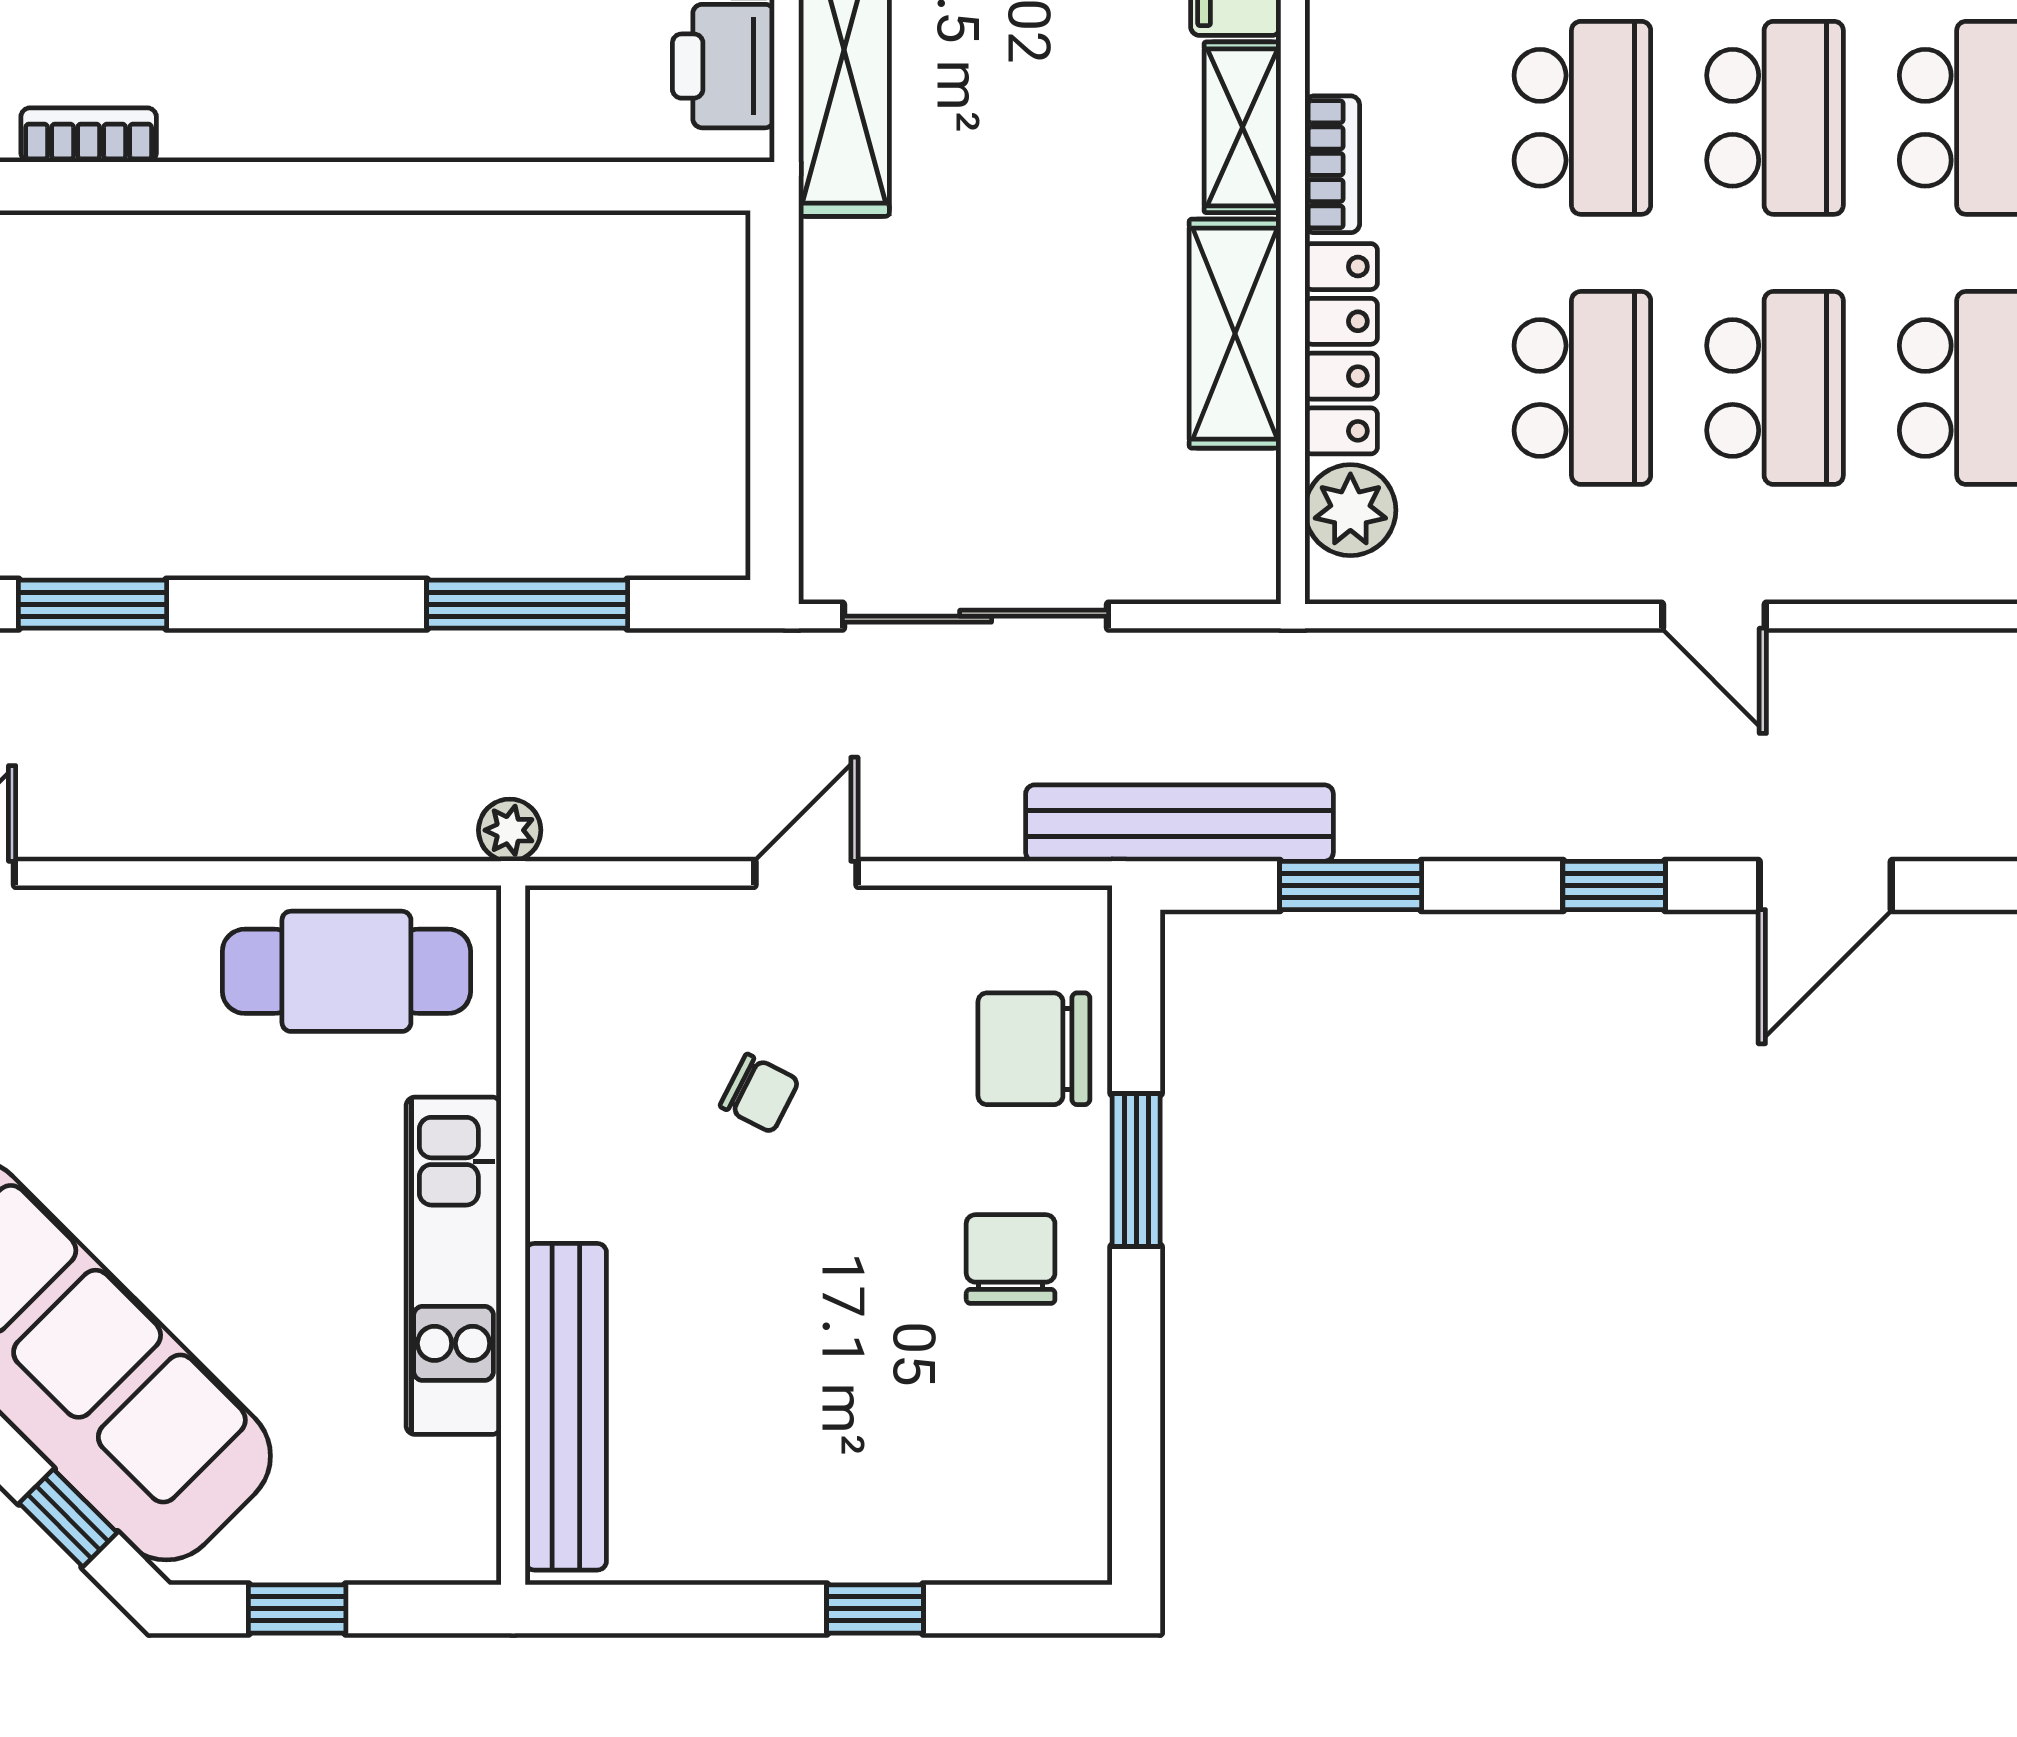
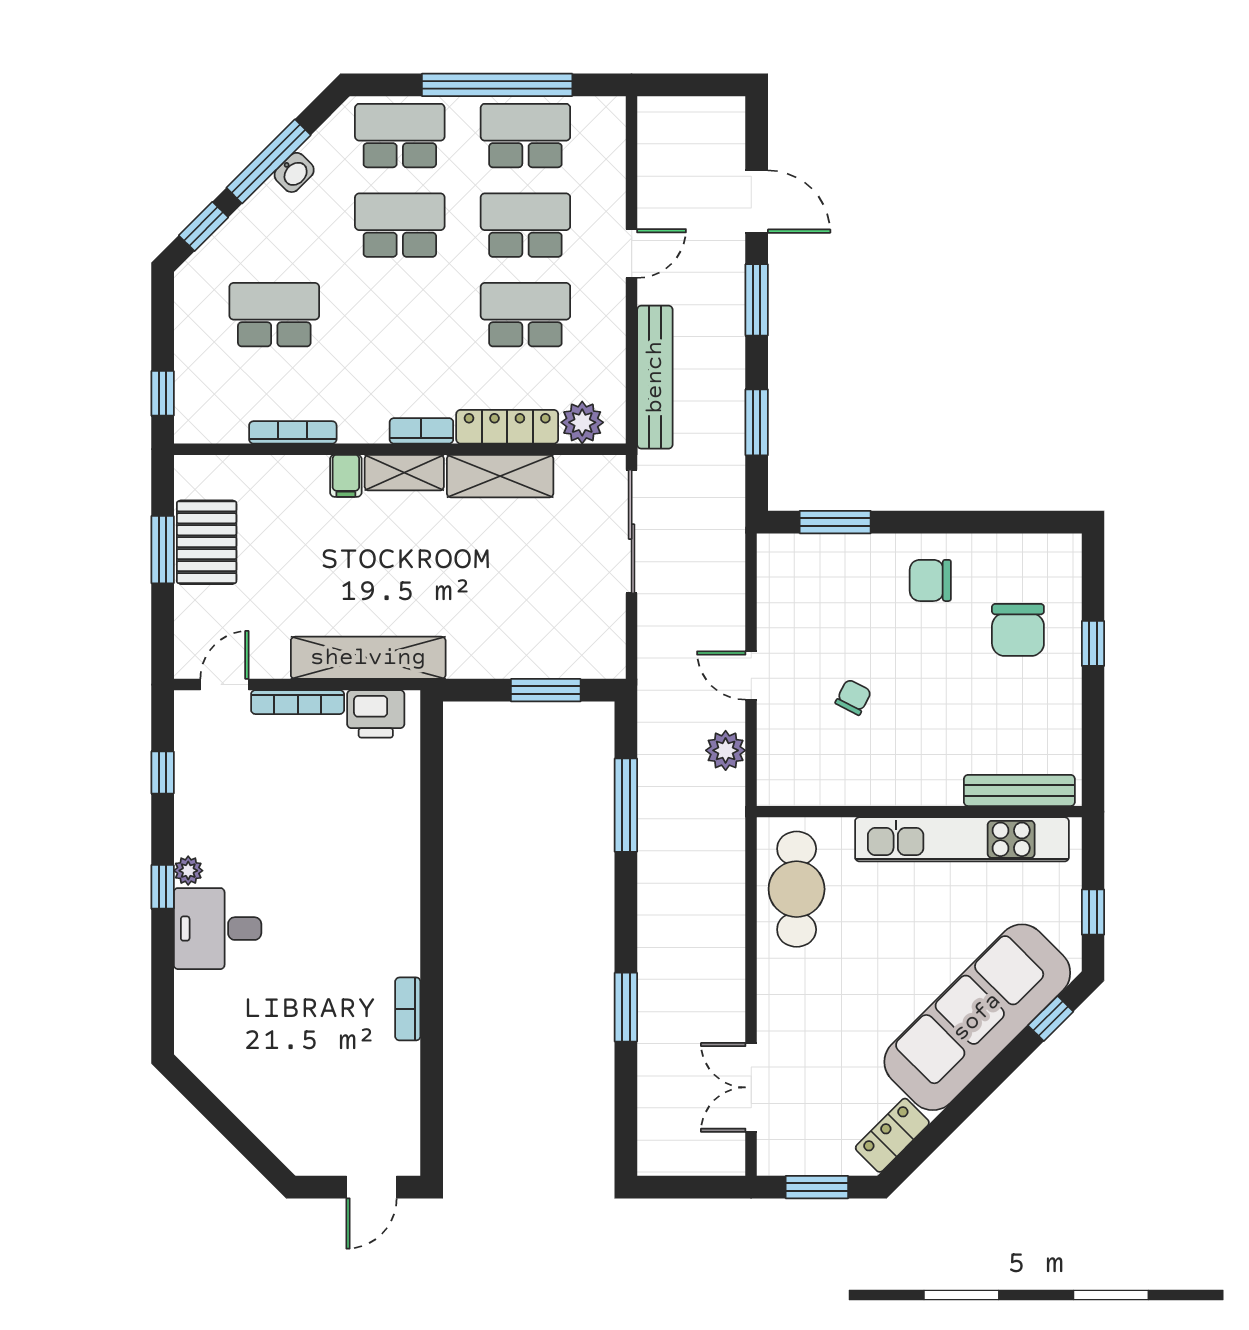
school desk: (1582, 118) -> (400, 315), removed
window: (774, 432) -> (546, 690), added
sliding door: (976, 616) -> (632, 532), moved
bench: (1179, 823) -> (655, 377), moved
plant: (510, 830) -> (726, 750), moved, width x1.38, depth x1.38
window: (1614, 885) -> (757, 300), width x1.50
chair: (1034, 1049) -> (1018, 630), moved
window: (1136, 1170) -> (835, 522), moved
kitchen unit: (454, 1266) -> (962, 839), width x1.36
bench: (566, 1407) -> (1019, 790), width x0.73, depth x0.82

